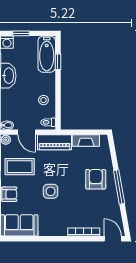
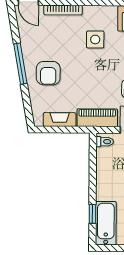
stool: (43, 100) -> (110, 168), removed
side table: (51, 191) -> (95, 39), moved

